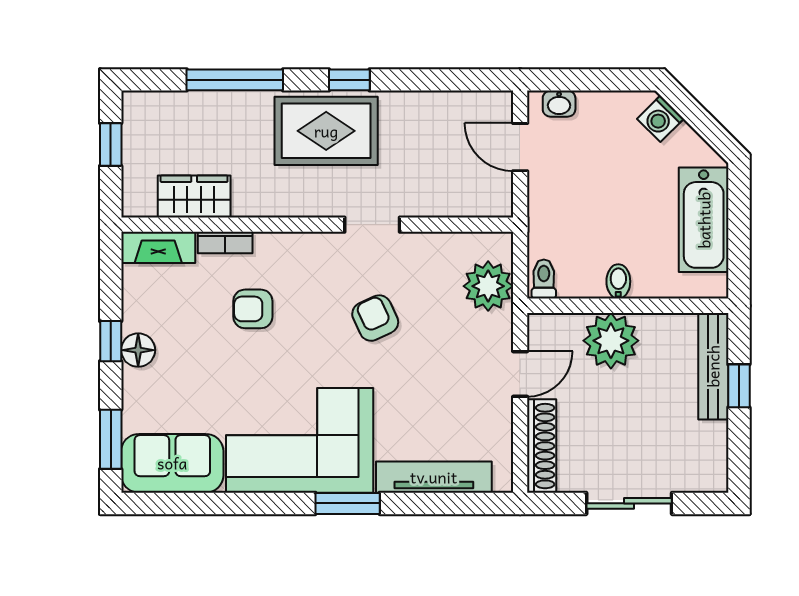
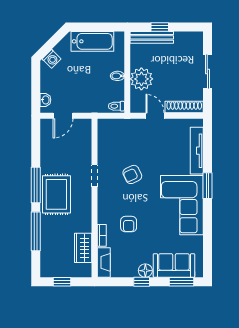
window: (349, 80) -> (36, 185), width x2.17
plant: (488, 286) -> (119, 129), removed
sofa: (172, 463) -> (174, 265), moved, turned 90

